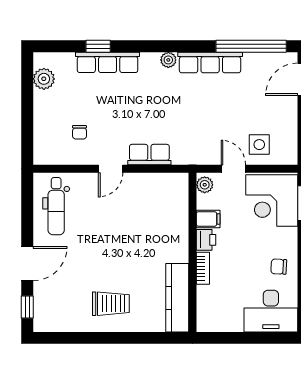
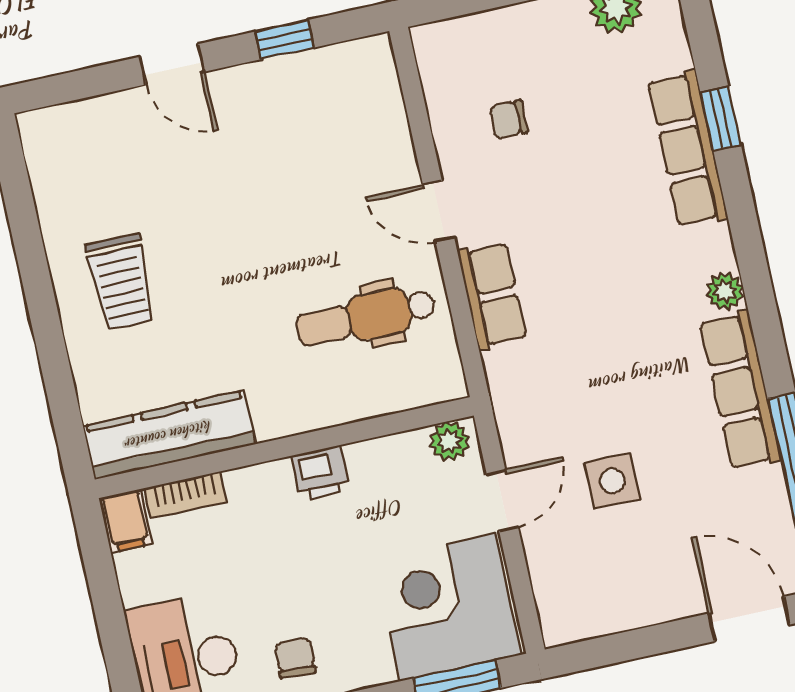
side table: (259, 145) -> (612, 481), moved
dental chair: (56, 206) -> (366, 317), moved
filing cabinet: (208, 219) -> (126, 521), moved
door: (27, 264) -> (172, 64), width x0.73
bookcase: (203, 268) -> (185, 495), moved
window: (27, 307) -> (284, 40), moved

